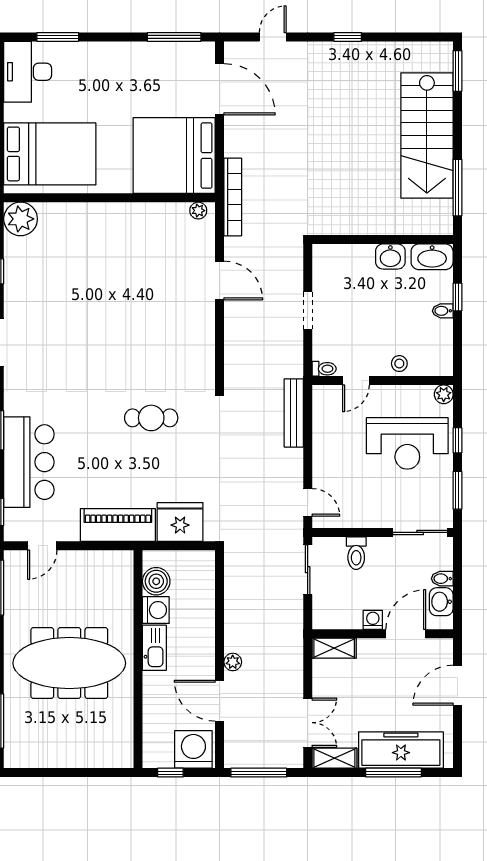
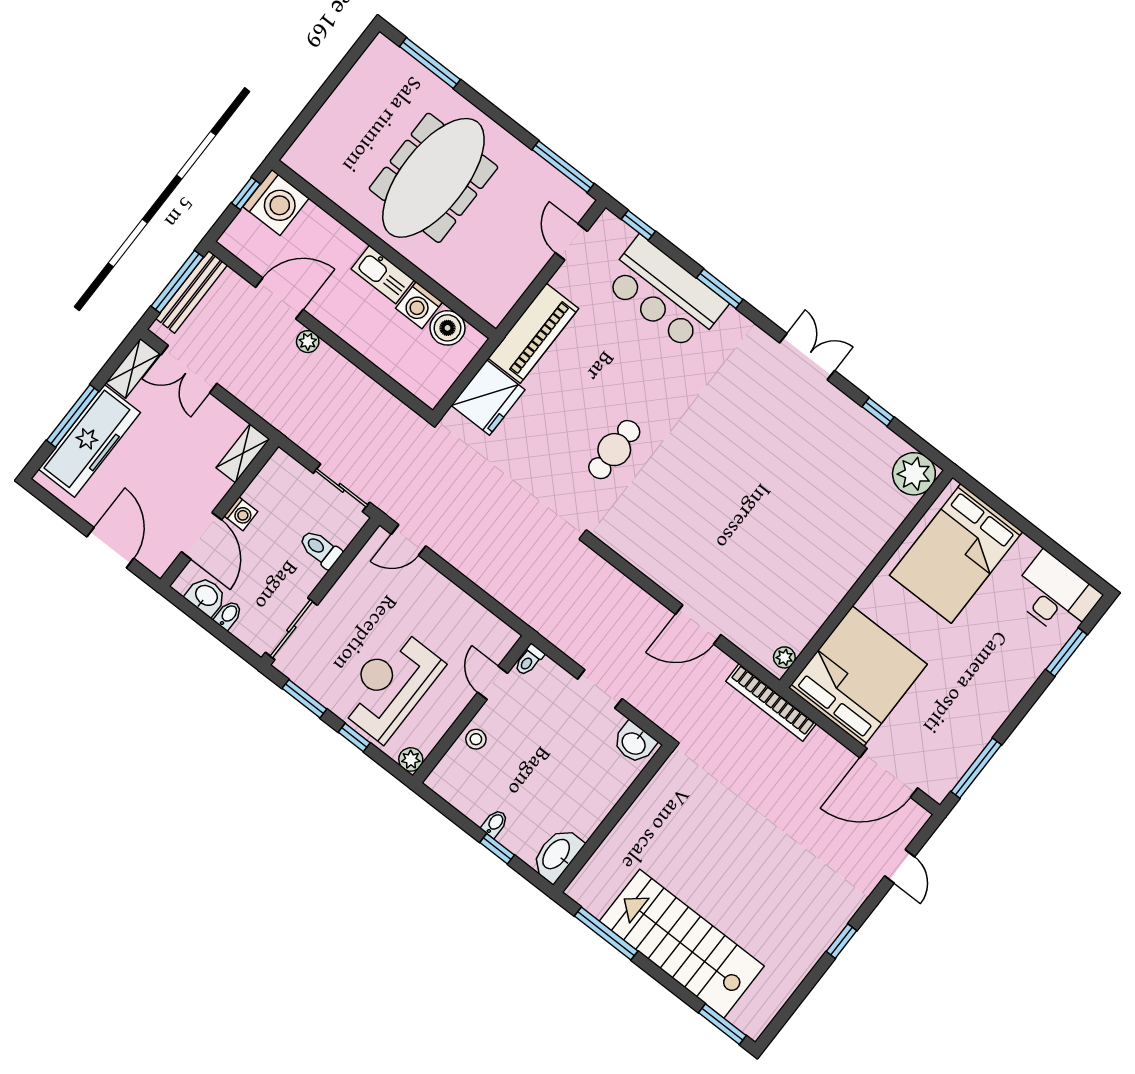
washbasin: (390, 257) -> (634, 743), moved, turned -90
bench: (294, 413) -> (192, 292), moved, turned 90
washing machine: (193, 749) -> (276, 202), moved

